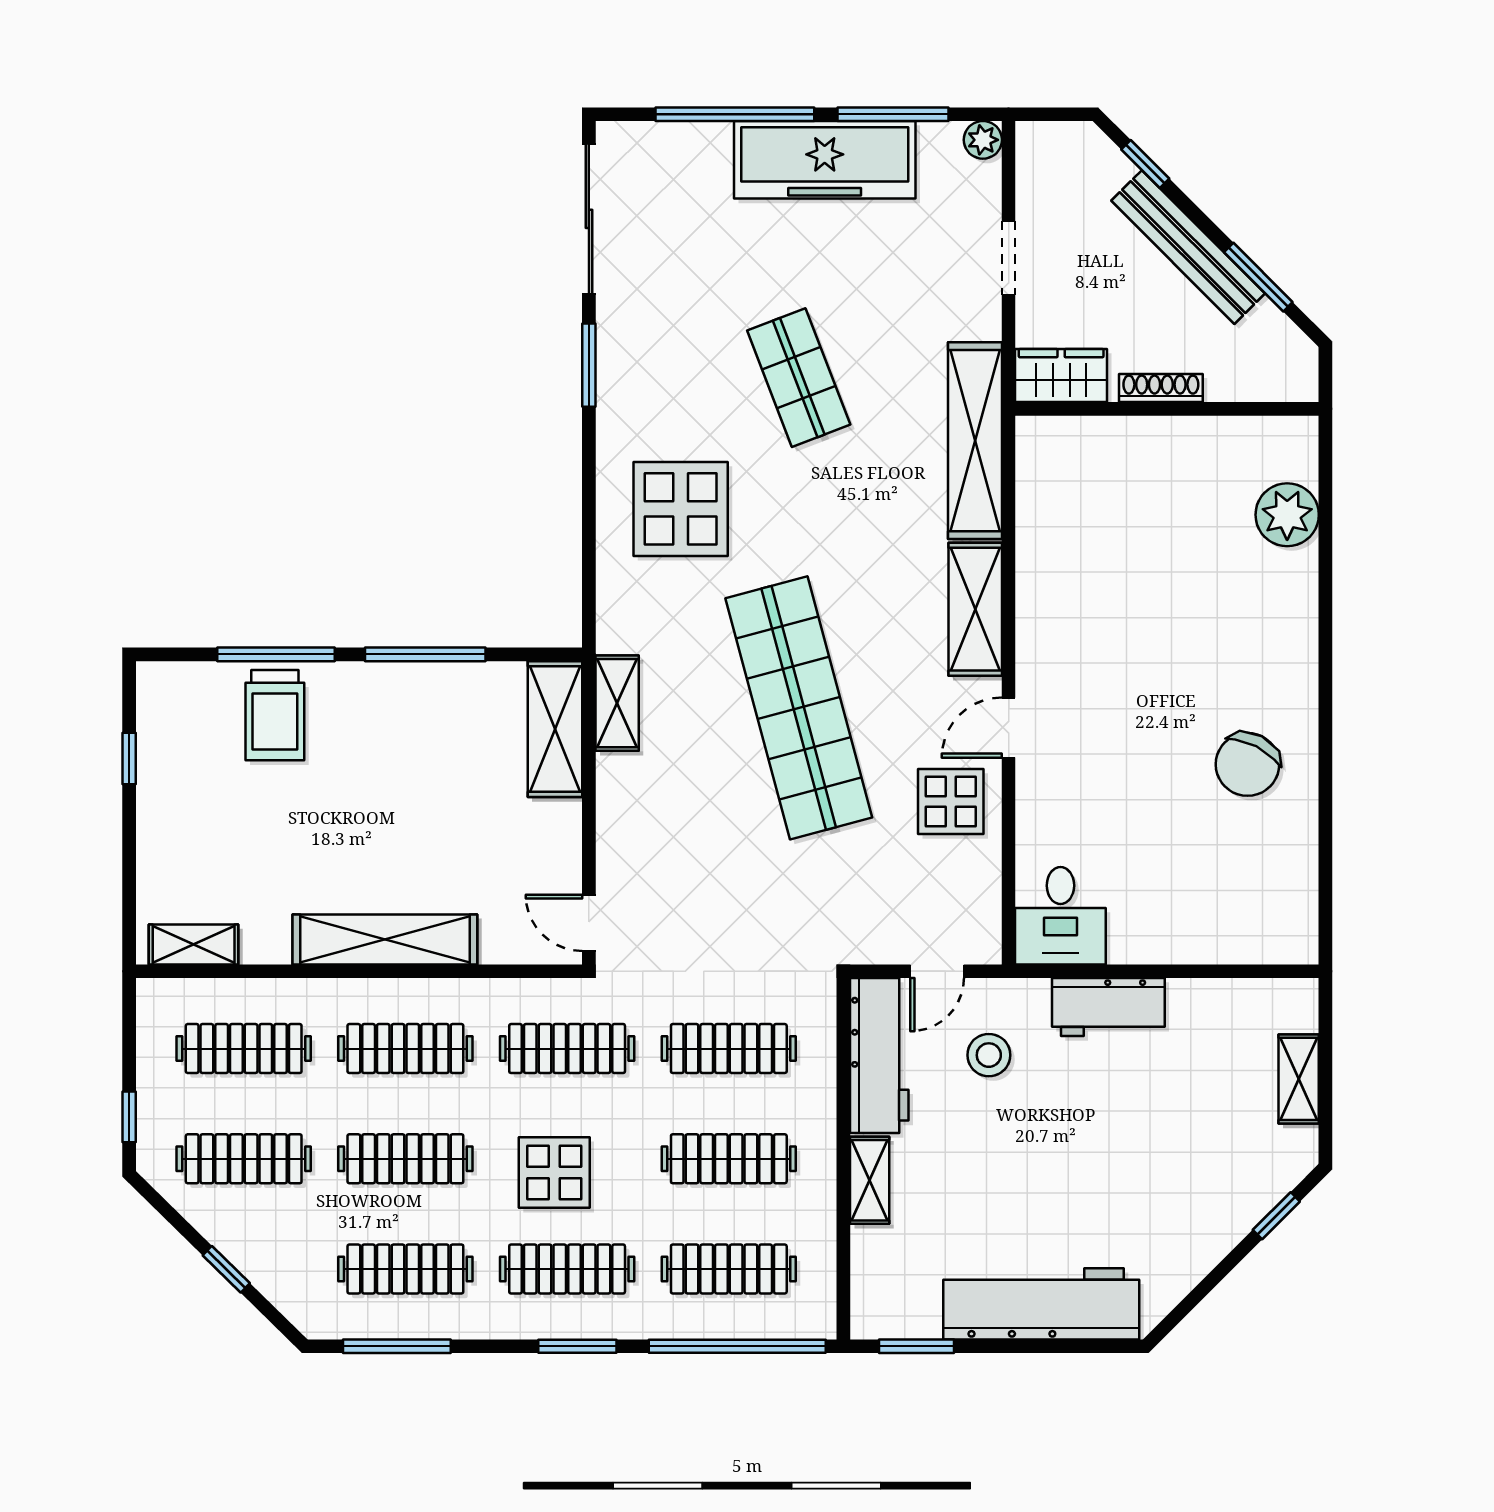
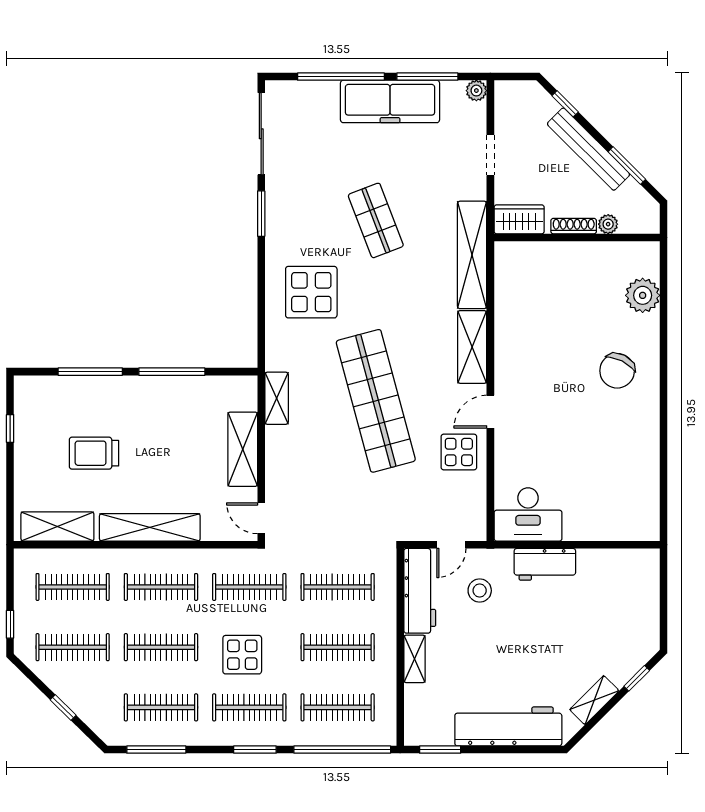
plant: (1224, 384) -> (608, 224), added
trolley: (275, 715) -> (94, 453), moved, turned 90
shelving: (555, 729) -> (243, 449), moved
chair: (1247, 764) -> (617, 371), moved
desk: (1060, 916) -> (528, 514), width x1.37
shelving: (194, 945) -> (57, 526), width x1.50, depth x1.33
shelving: (1299, 1079) -> (594, 700), moved, turned 45

